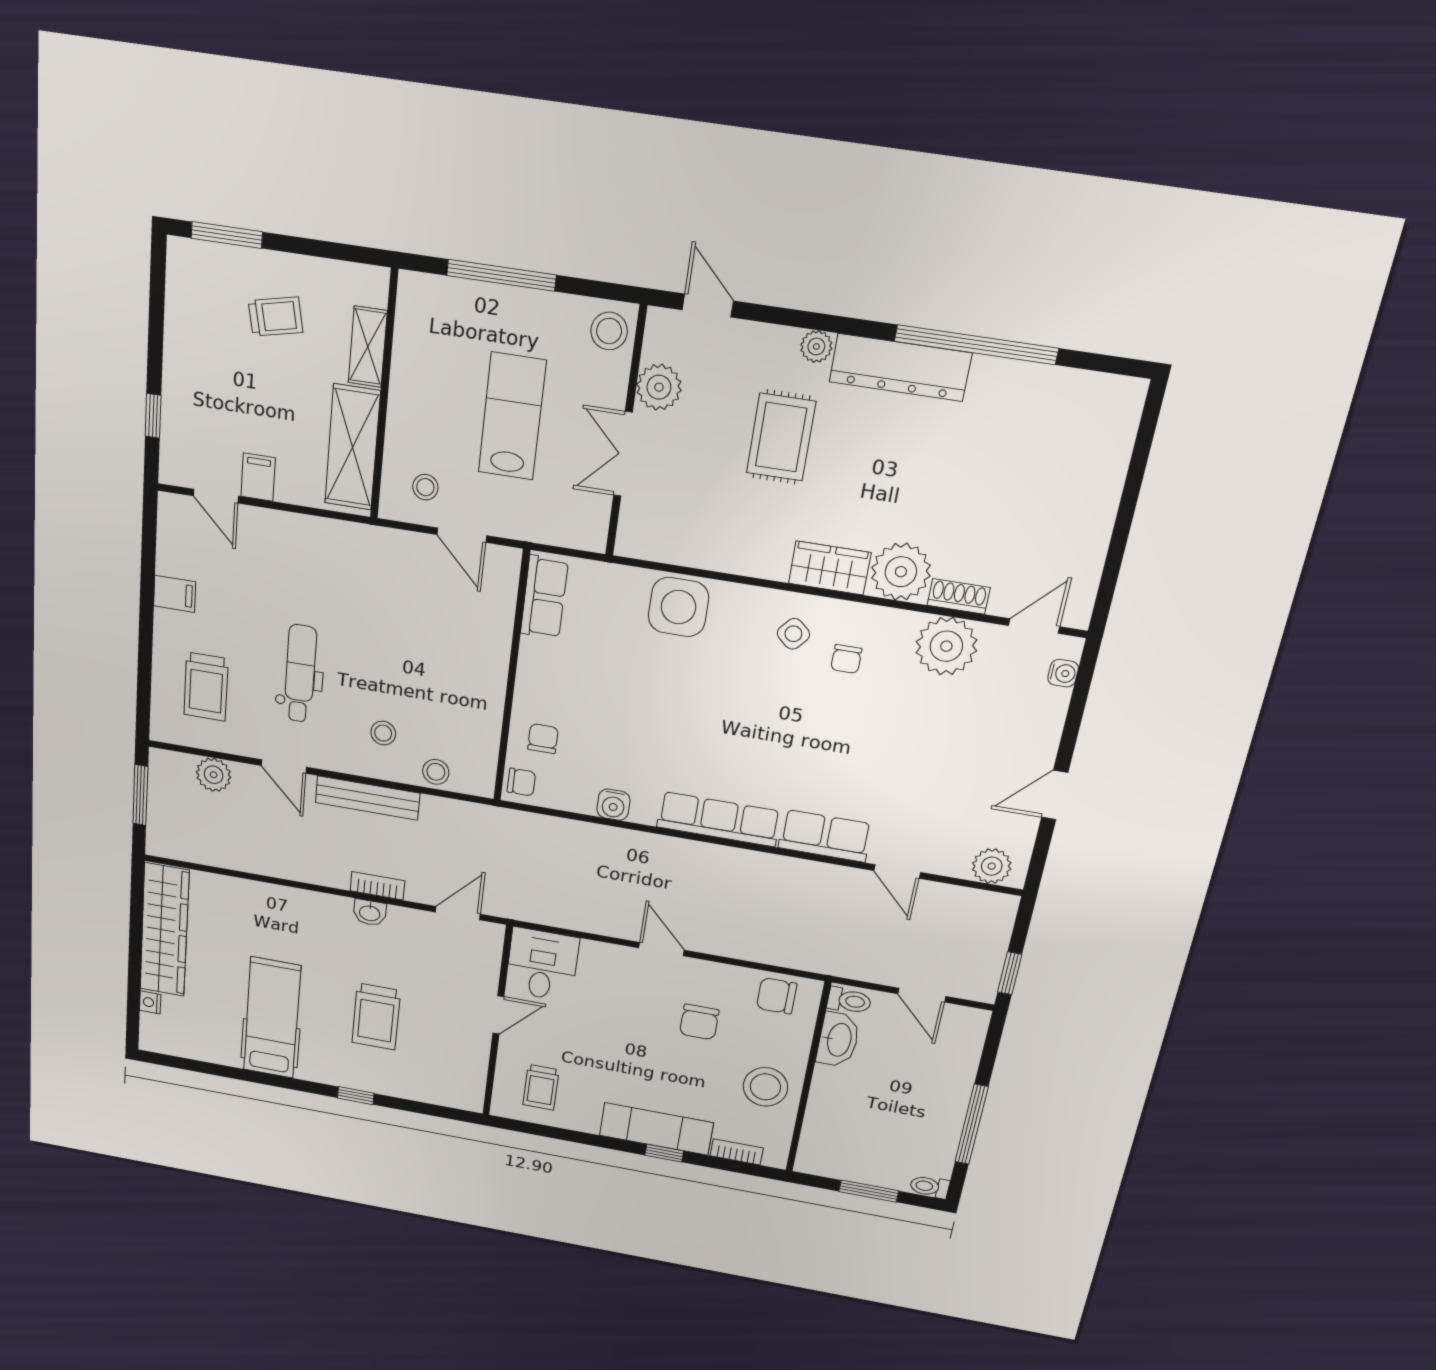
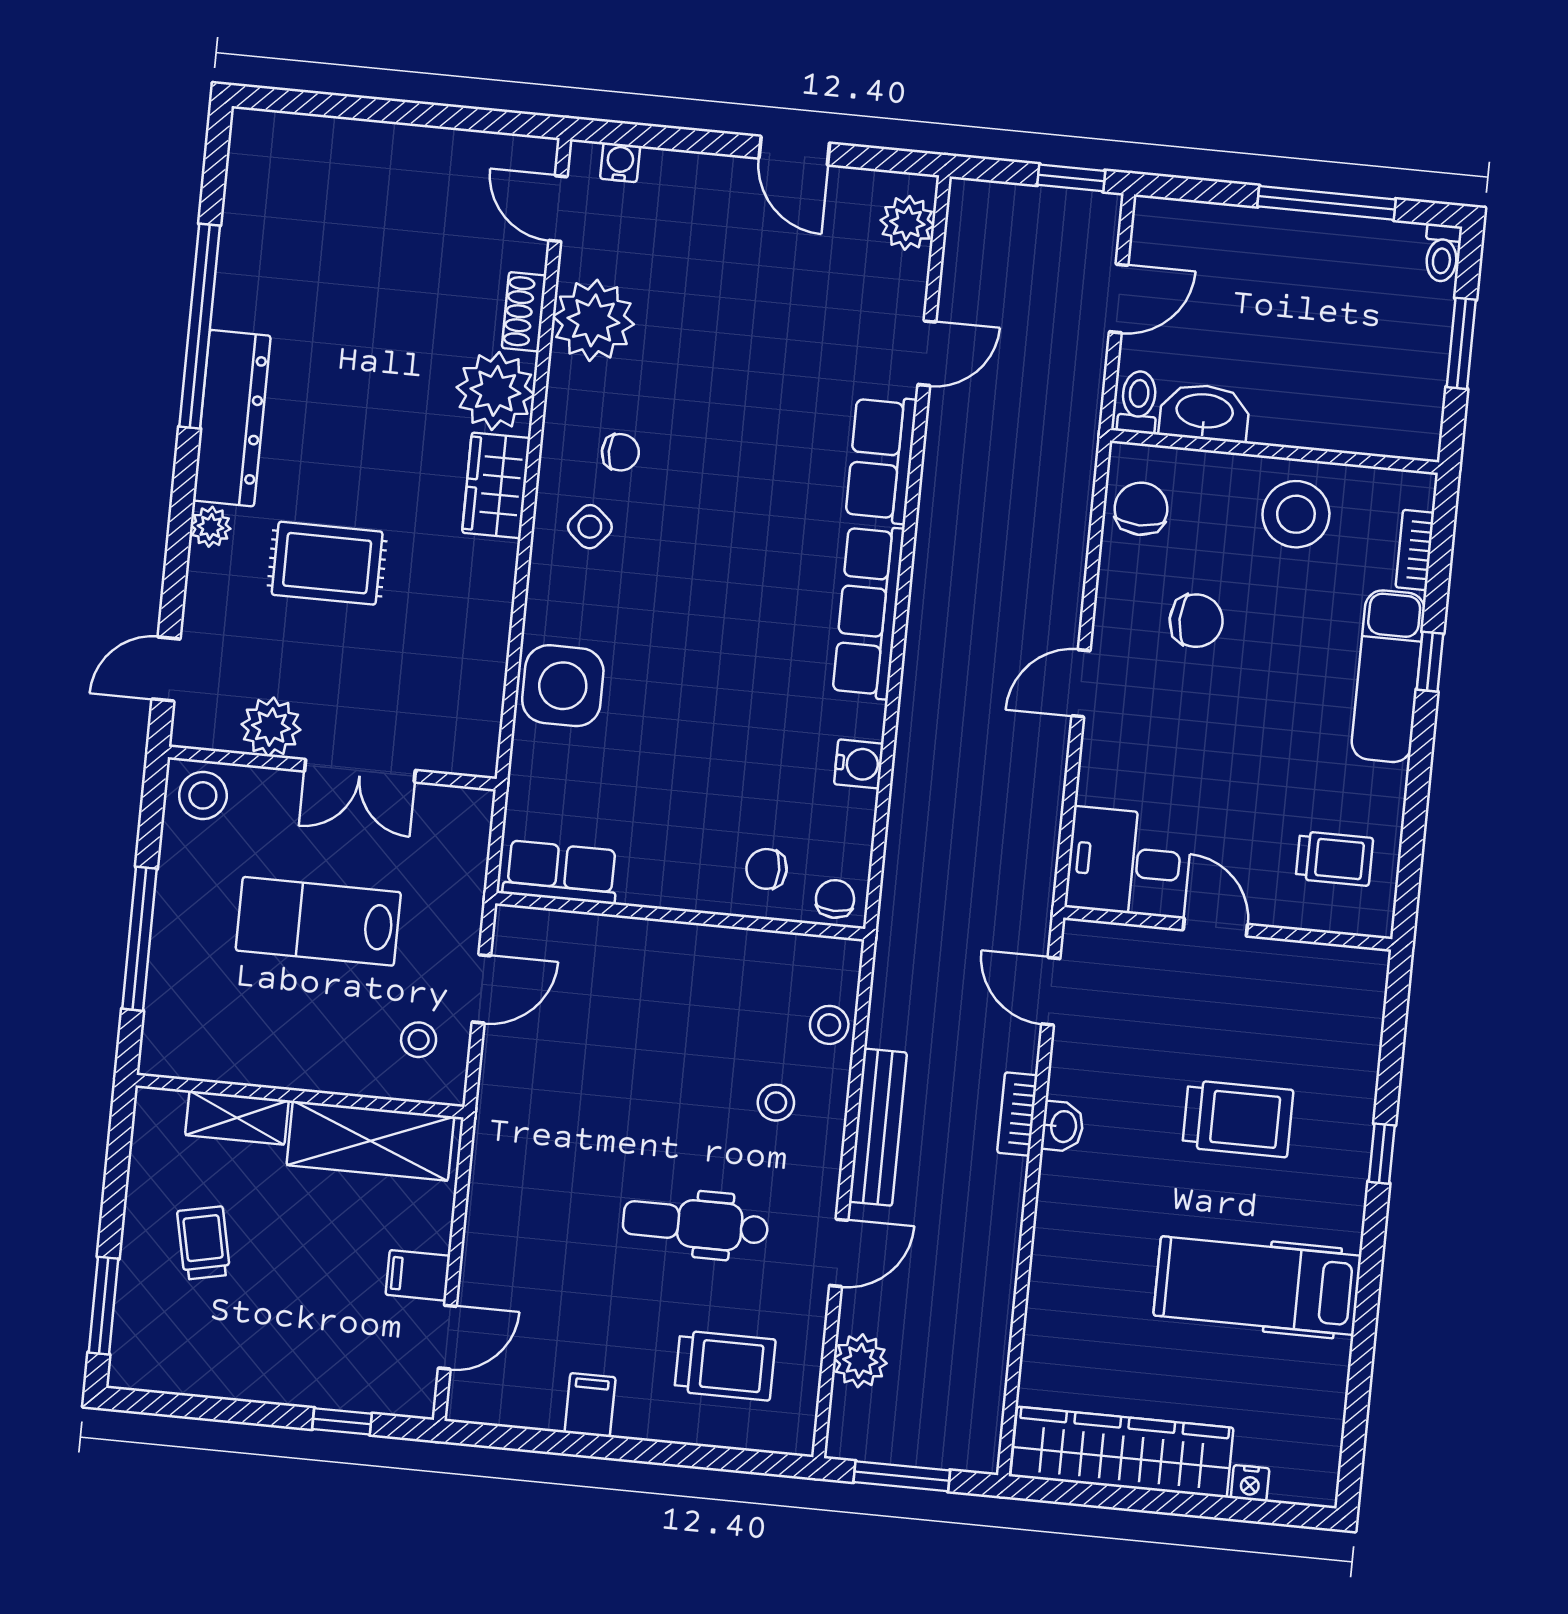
chair: (777, 996) -> (1141, 509), turned 180

